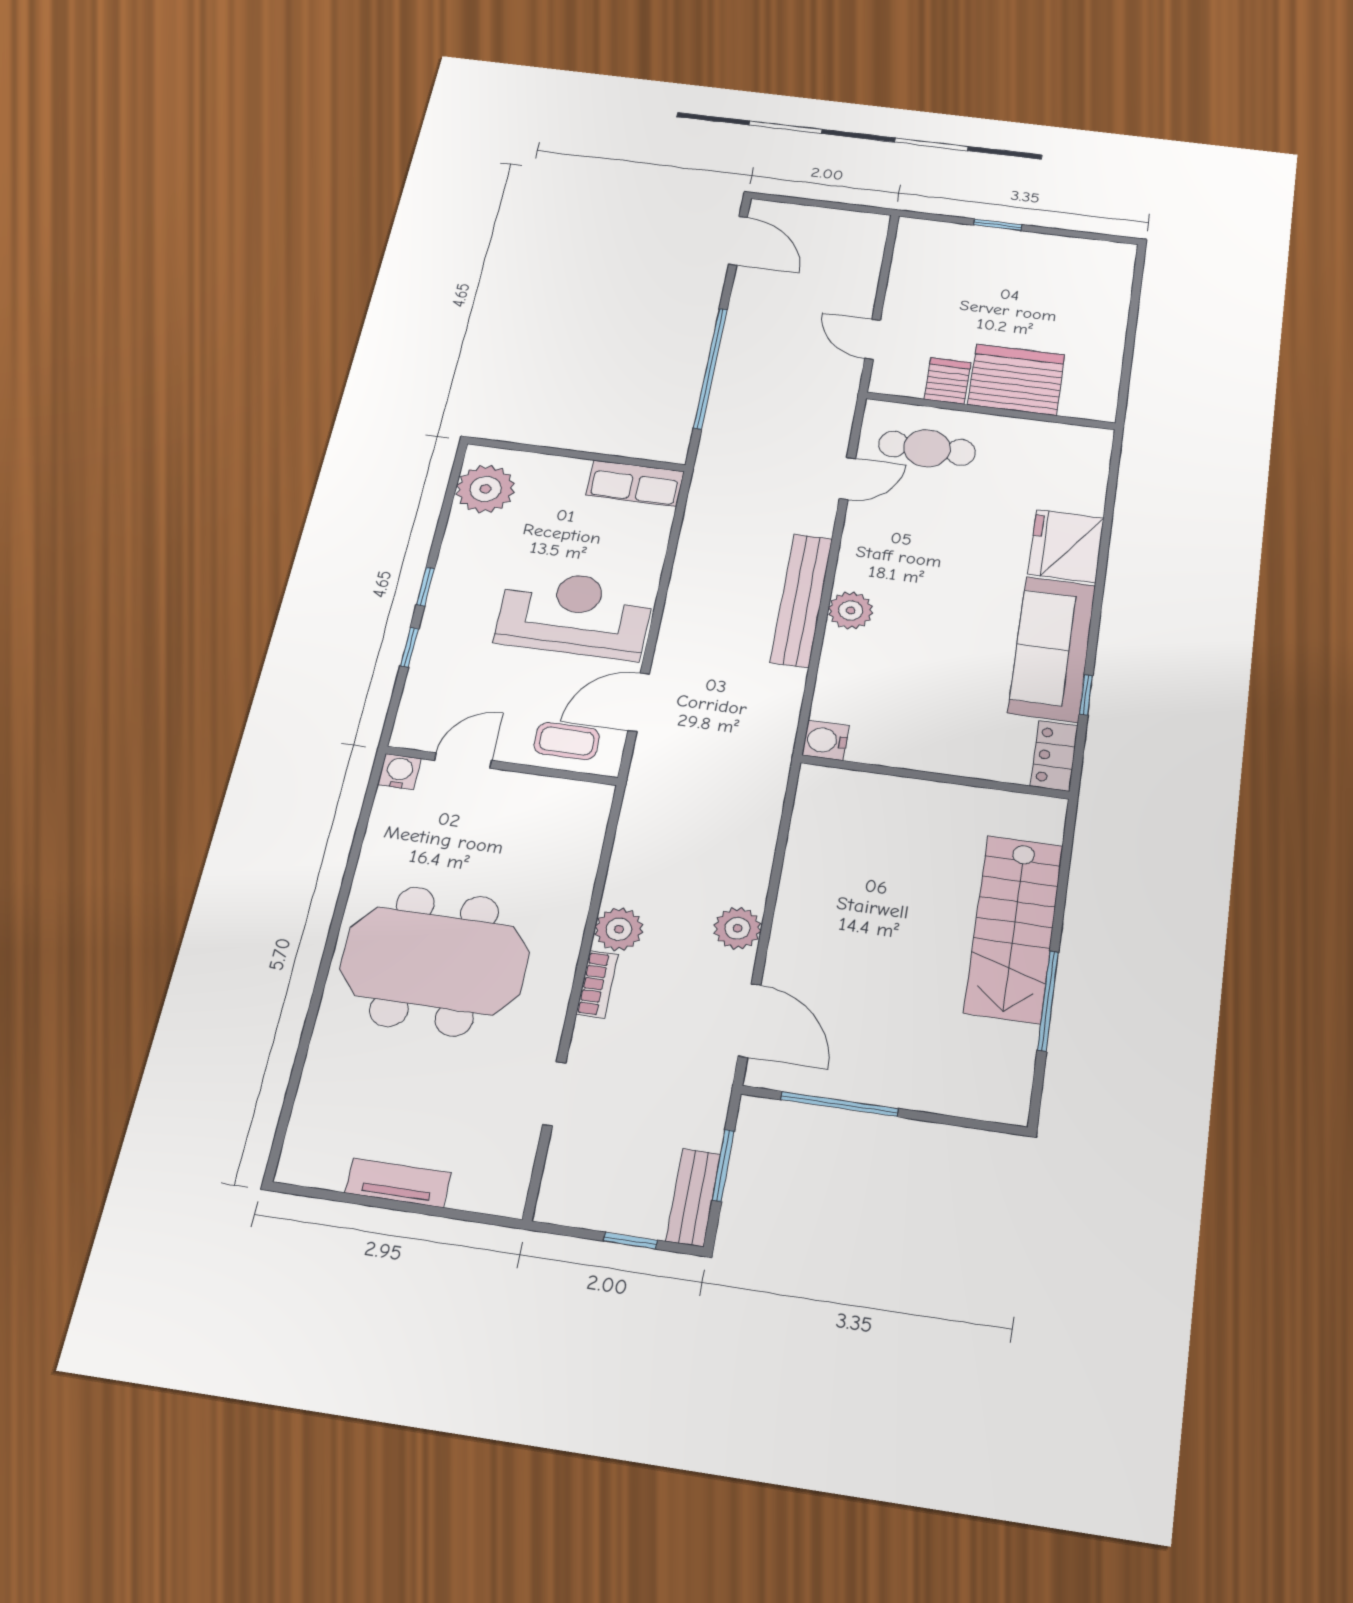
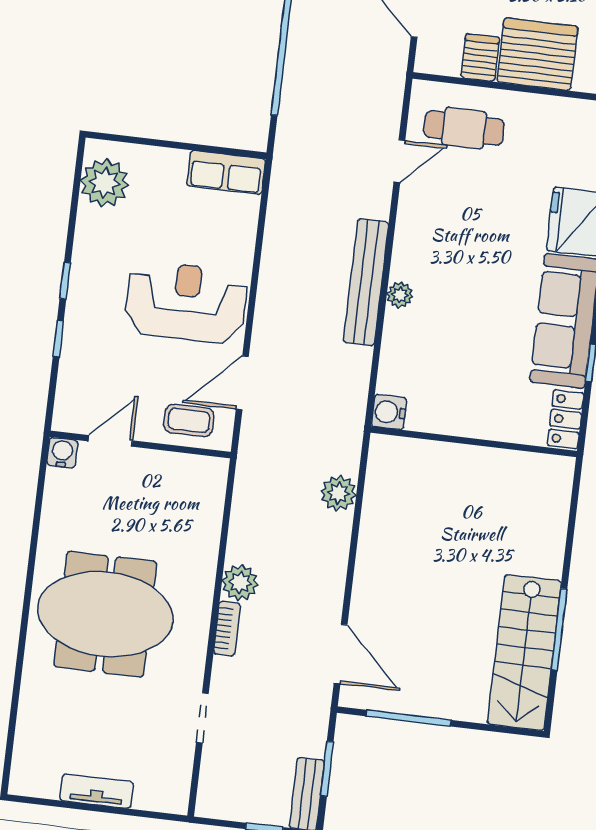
plant: (851, 610) -> (400, 295), width x0.73, depth x0.73
plant: (737, 928) -> (339, 493), moved
stairs: (1014, 928) -> (524, 653), moved

